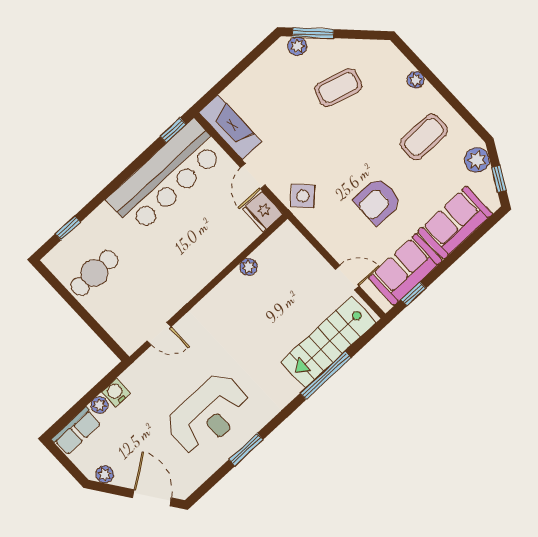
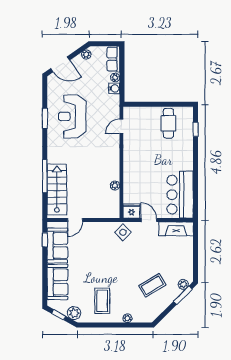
coffee table: (338, 88) -> (152, 285), turned 43
window: (173, 130) -> (196, 206), removed
bar counter: (166, 176) -> (180, 195), width x0.73
armchair: (378, 201) -> (94, 260), removed

